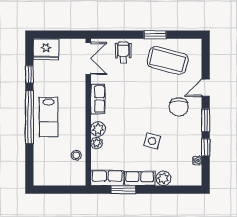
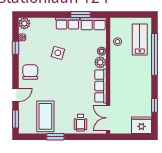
coffee table: (168, 60) -> (45, 116), turned 76
row of seats: (98, 99) -> (101, 86), width x1.48
chair: (179, 107) -> (30, 72), moved
window: (29, 117) -> (154, 54), moved
lab bench: (49, 117) -> (140, 39), moved
window: (206, 120) -> (15, 119), moved
plant: (163, 178) -> (24, 23), moved

